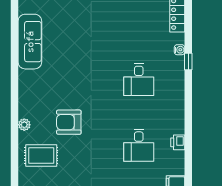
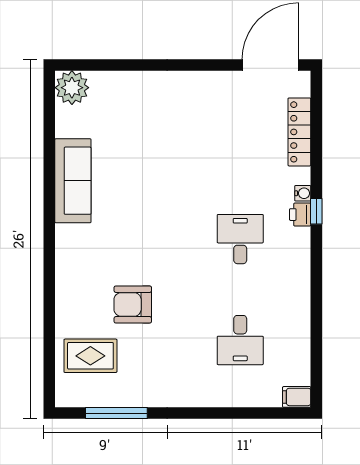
desk: (139, 80) -> (240, 239), turned 180
plant: (24, 125) -> (64, 308), removed
printer: (178, 142) -> (300, 215), moved

